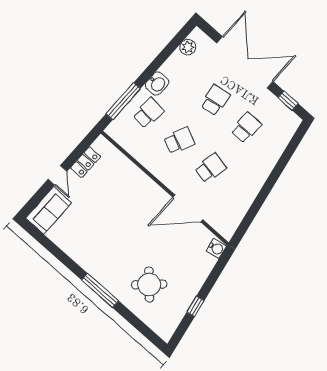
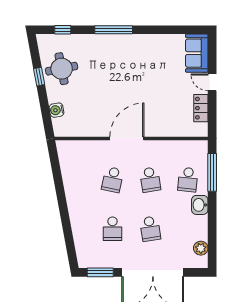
window: (288, 101) -> (100, 272), width x1.50
school desk: (179, 141) -> (150, 180), turned -33
door: (188, 208) -> (127, 138), moved
water cooler: (216, 248) -> (56, 110), moved
round table: (149, 285) -> (62, 69), moved, turned 32
window: (142, 327) -> (63, 30), added

